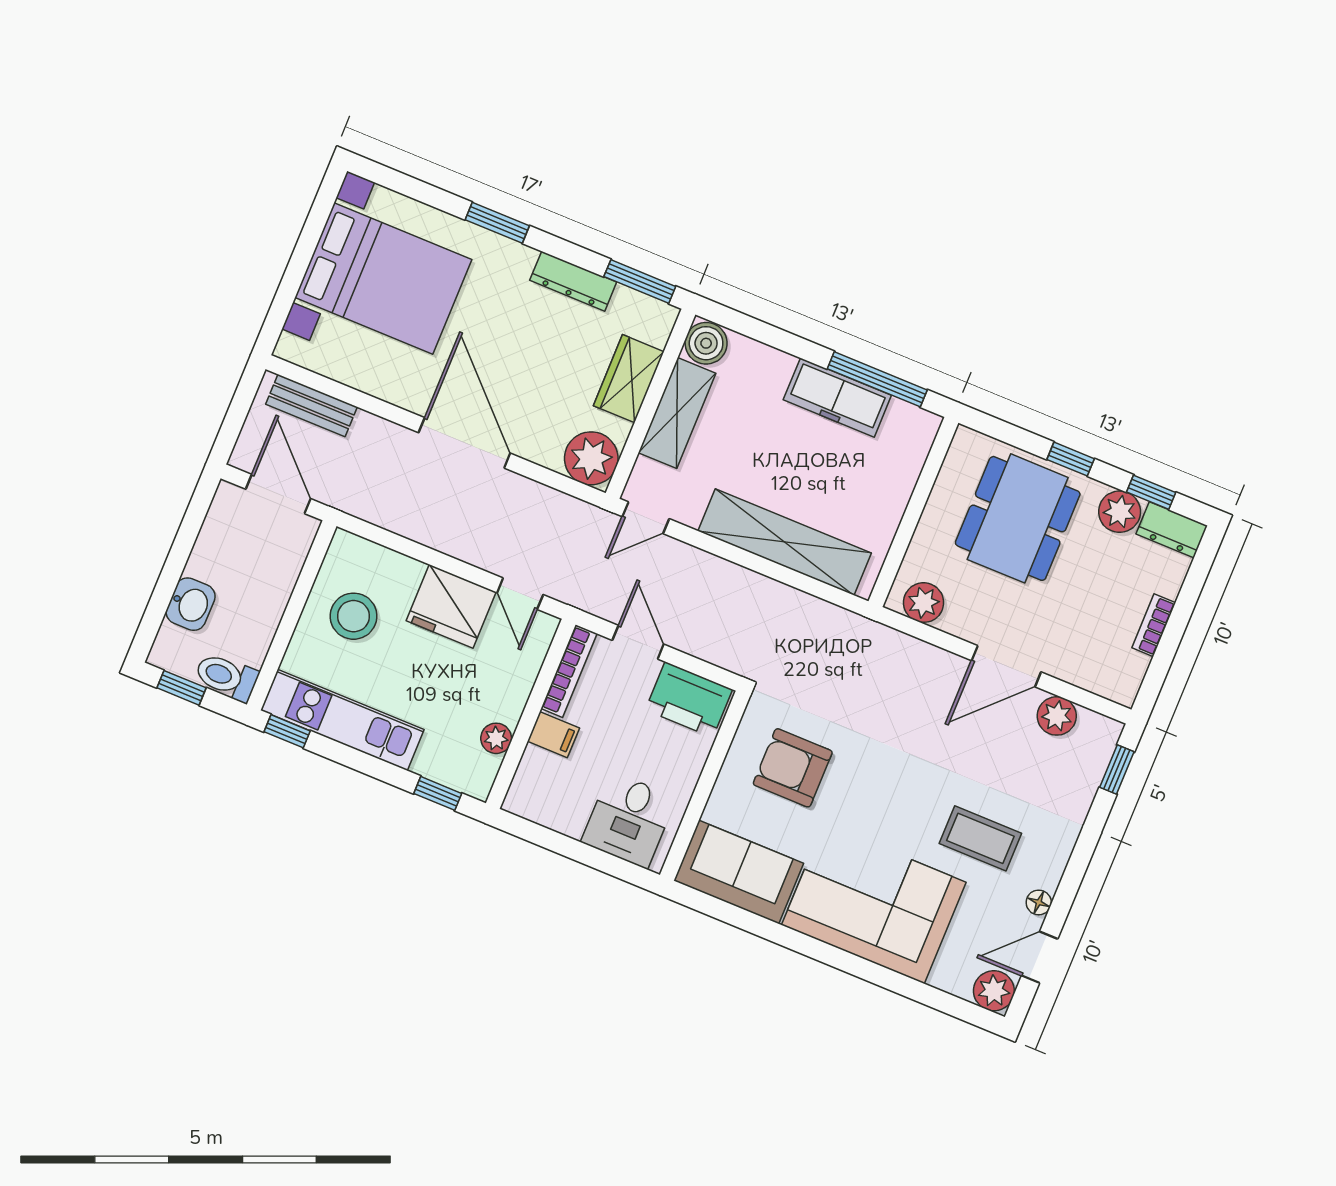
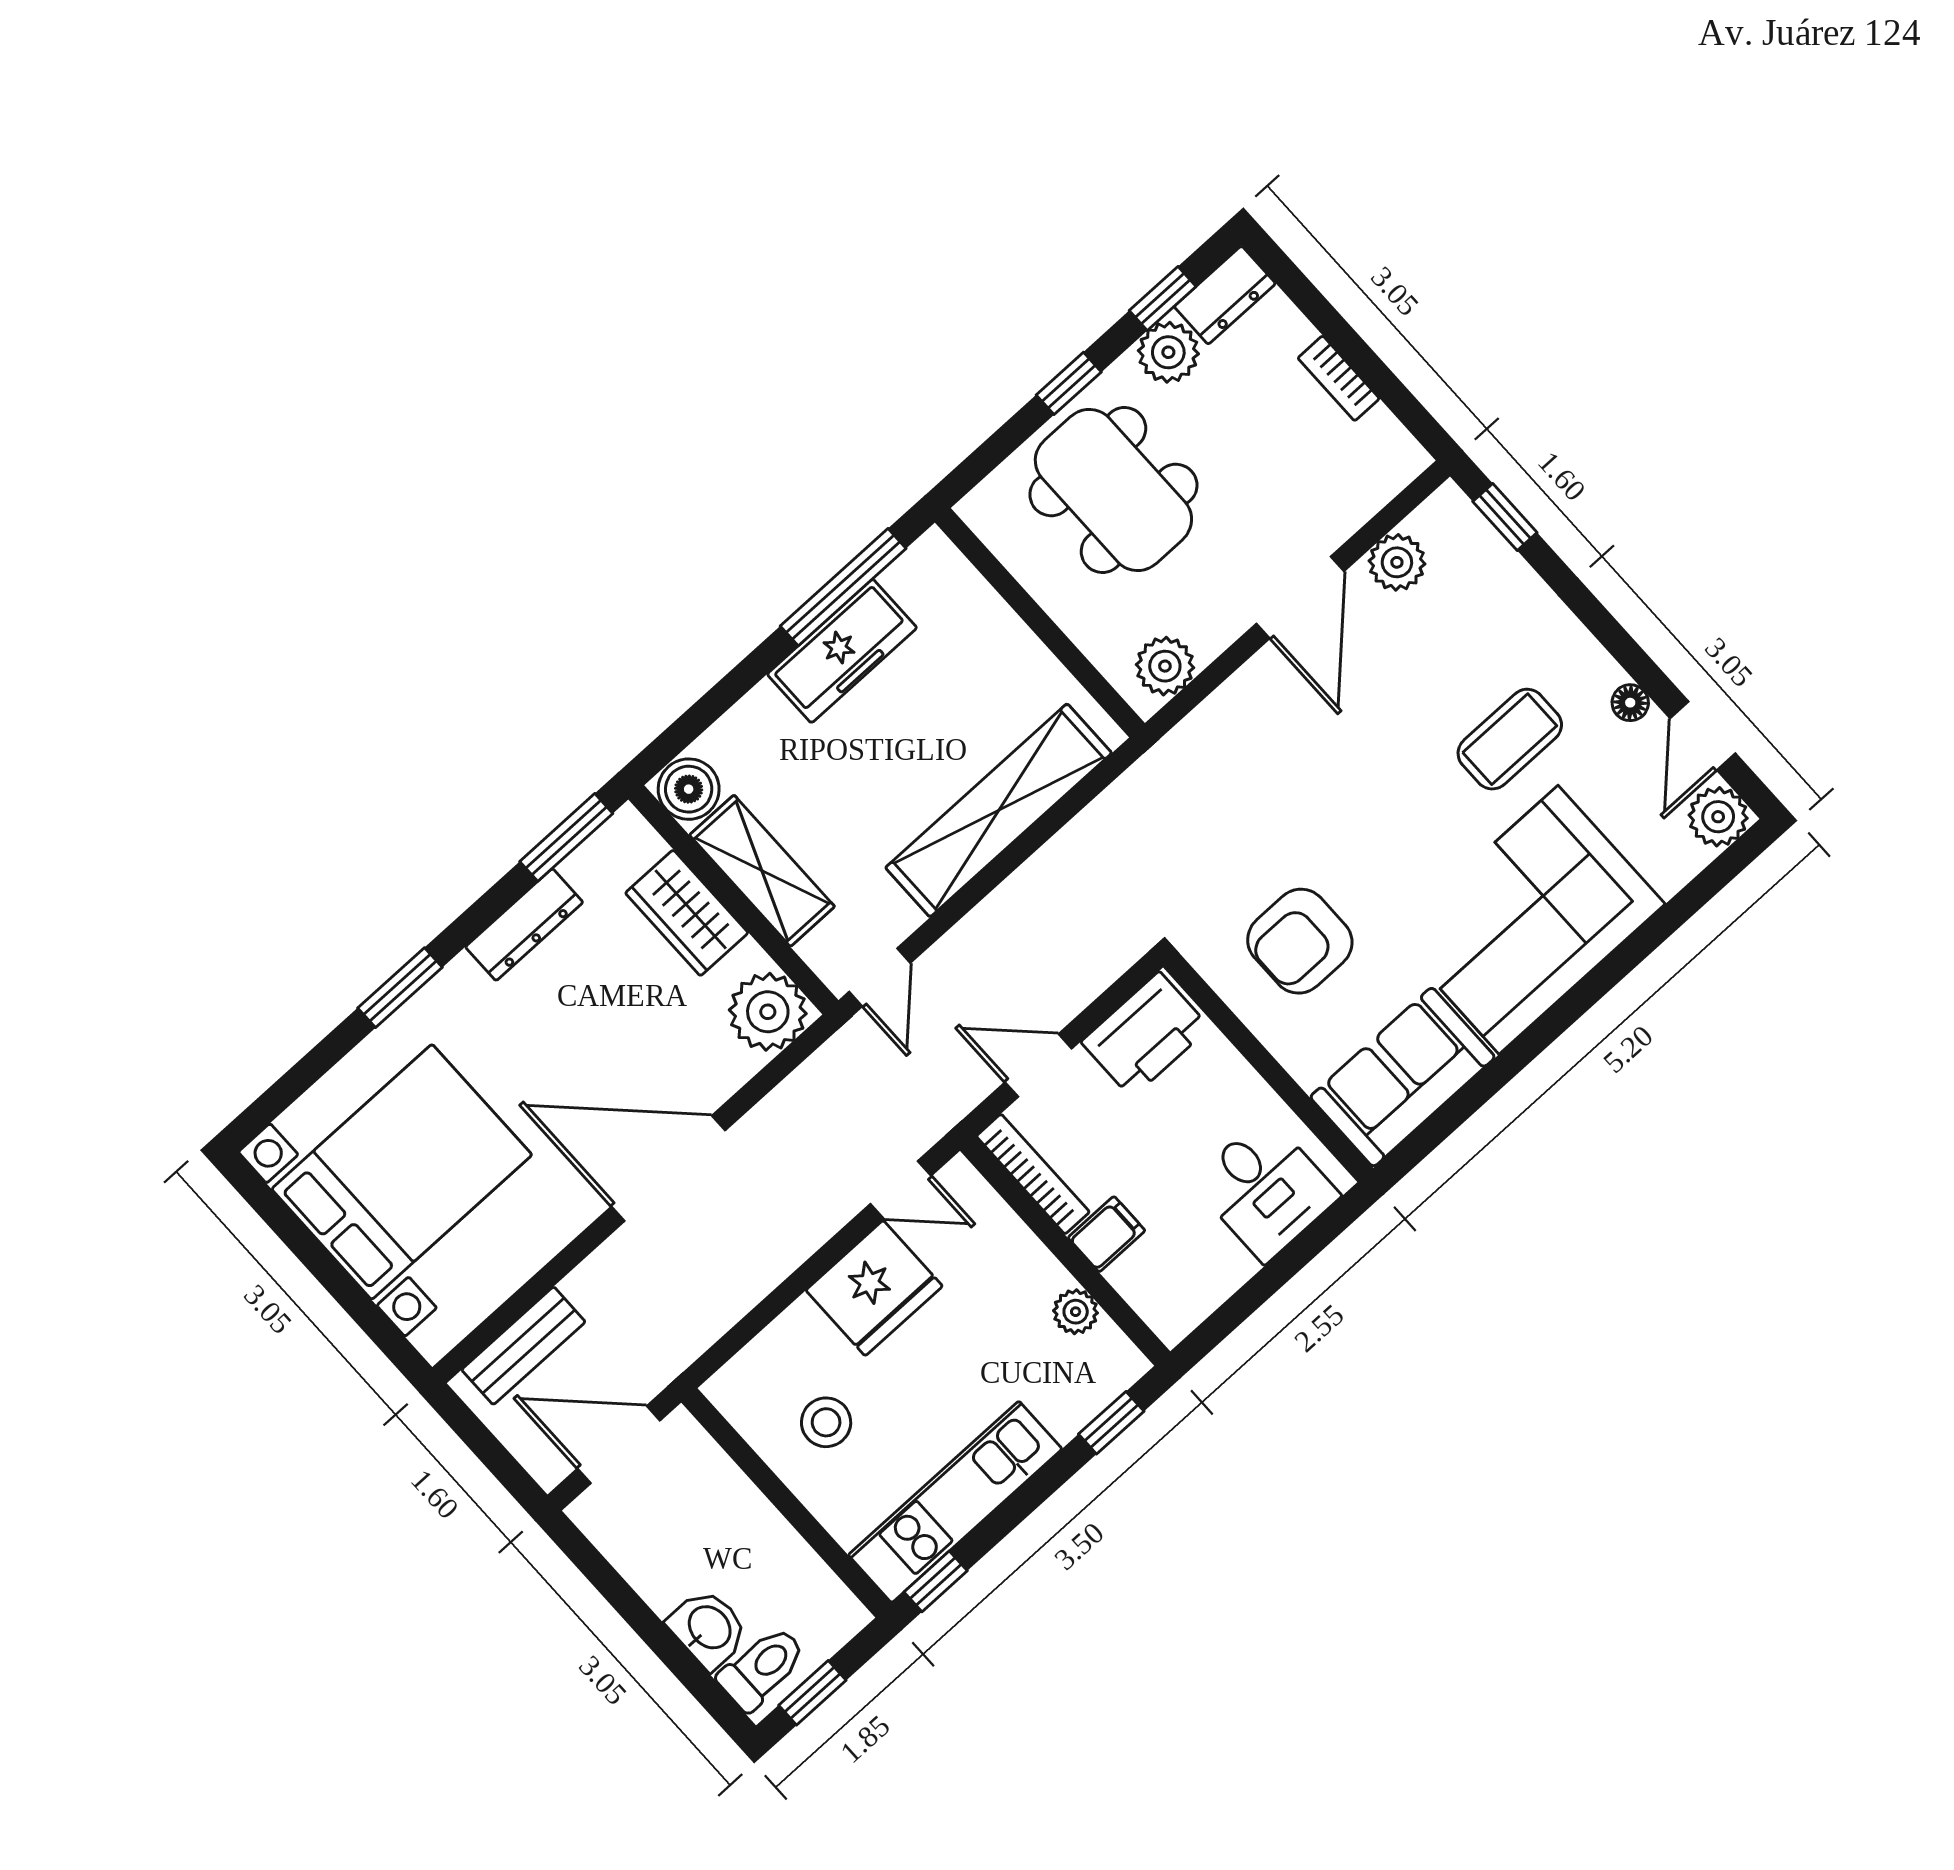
stool: (353, 616) -> (826, 1422), width x0.73, depth x0.73
toilet: (226, 677) -> (762, 1668), moved, turned 180

